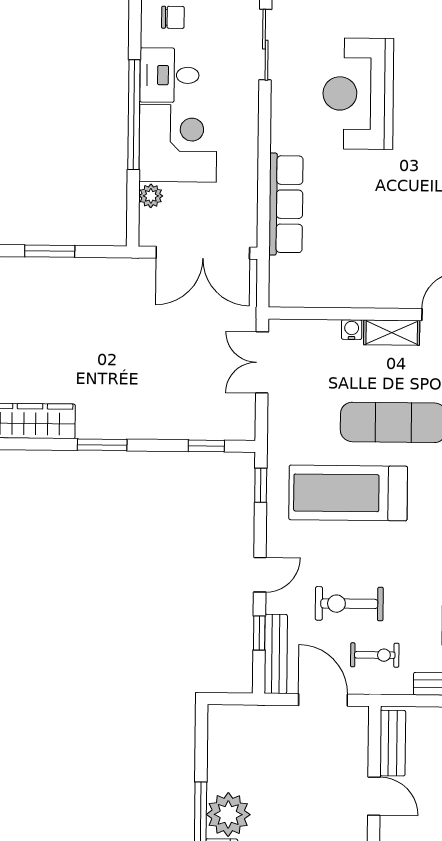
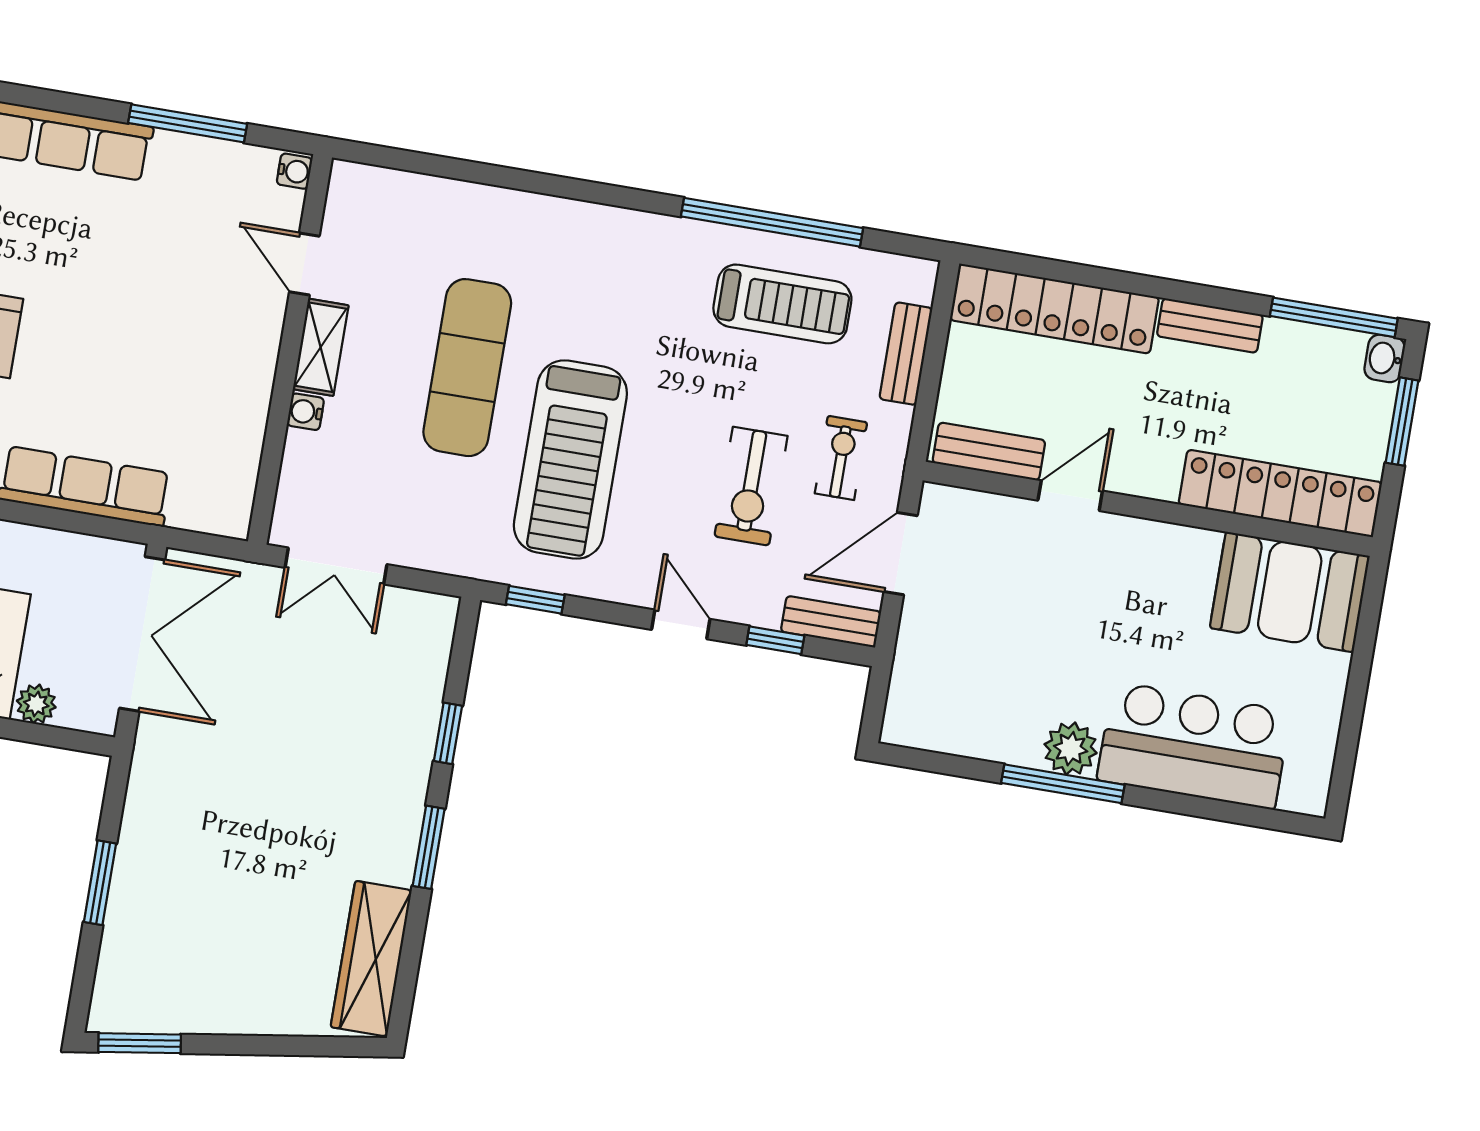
window: (206, 446) -> (448, 733), moved
bench: (276, 654) -> (831, 622), width x0.73
plant: (228, 814) -> (1071, 749), width x0.73, depth x0.73

